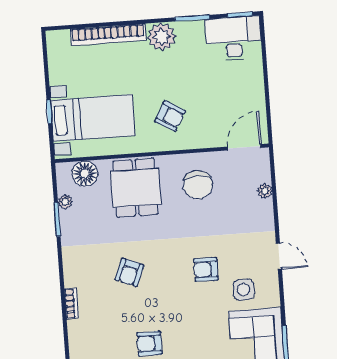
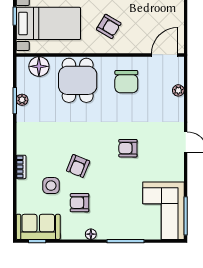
plant: (65, 202) -> (22, 100), moved
armchair: (129, 272) -> (78, 166), moved
side table: (244, 290) -> (51, 186), moved

